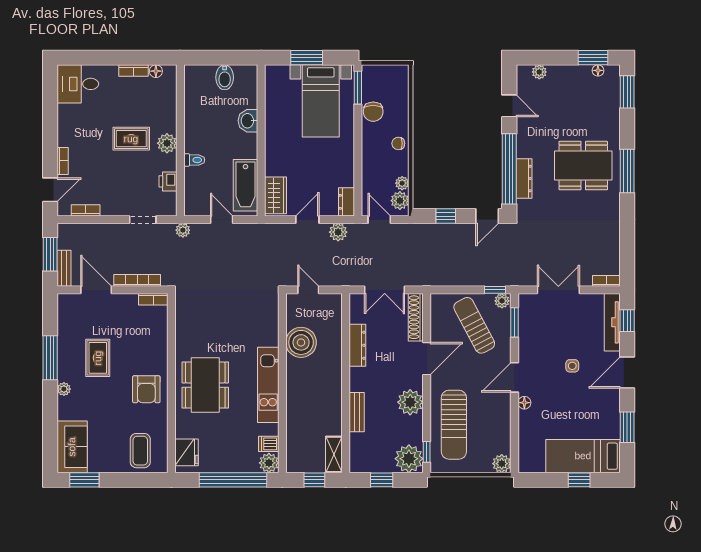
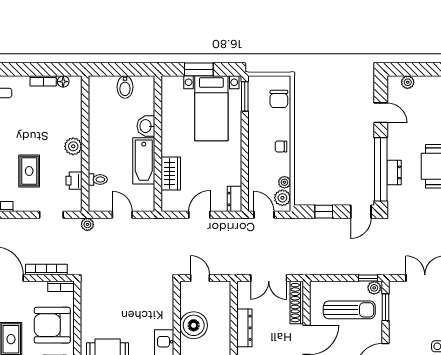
chair: (373, 112) -> (279, 99), moved
rug: (131, 139) -> (29, 171), moved, turned 90
toilet: (194, 160) -> (98, 180), moved
dresser: (524, 179) -> (394, 173), width x0.70
bathtub: (245, 185) -> (144, 161), moved
wardrobe: (276, 195) -> (171, 174), moved
plant: (338, 232) -> (227, 226), removed
sun lounger: (474, 325) -> (349, 310), turned 118
armchair: (144, 342) -> (52, 325), added

